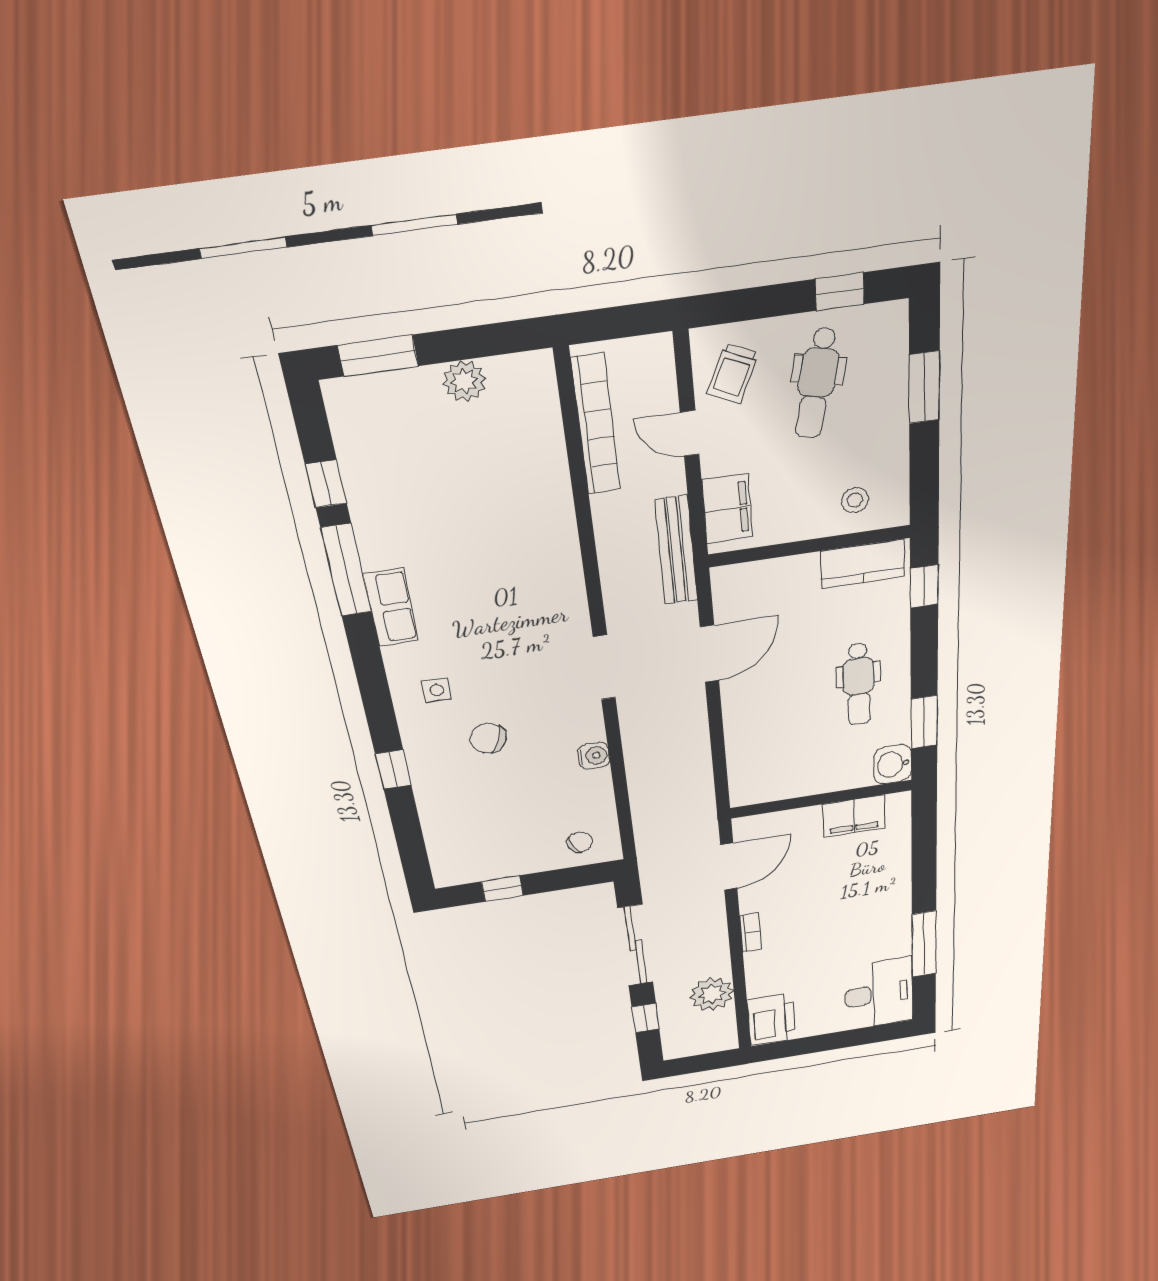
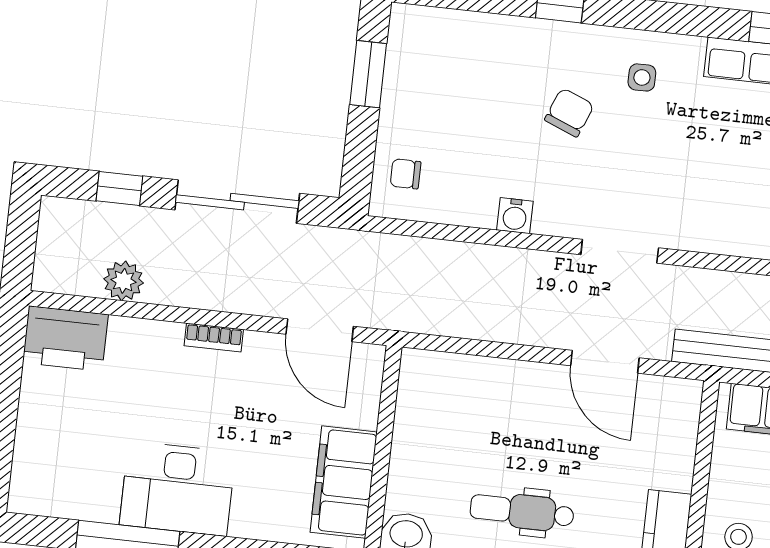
filing cabinet: (854, 816) -> (344, 482), width x1.50, depth x1.17
chair: (580, 842) -> (405, 174), turned 113
window: (502, 889) -> (368, 74), width x1.50
plant: (712, 994) -> (124, 281), width x0.73, depth x0.73
desk: (879, 994) -> (177, 489), moved

